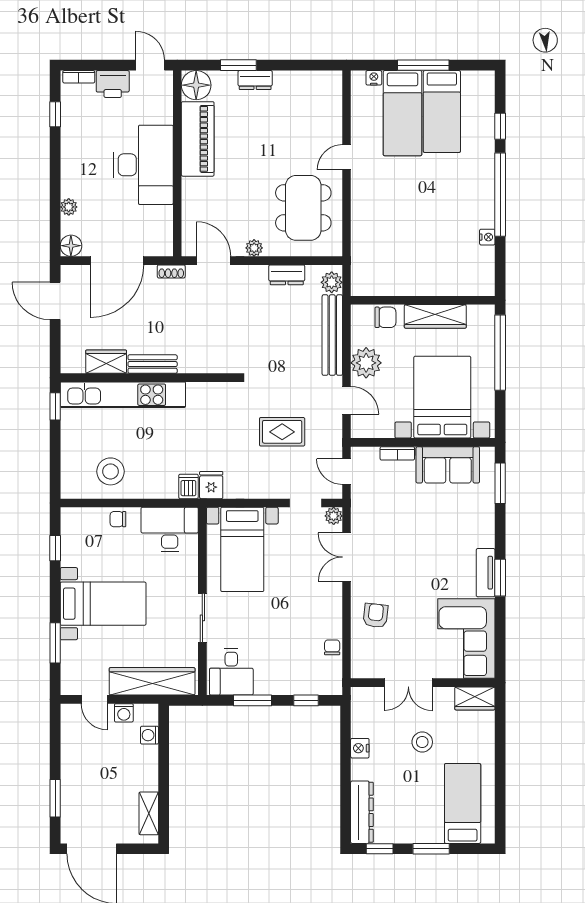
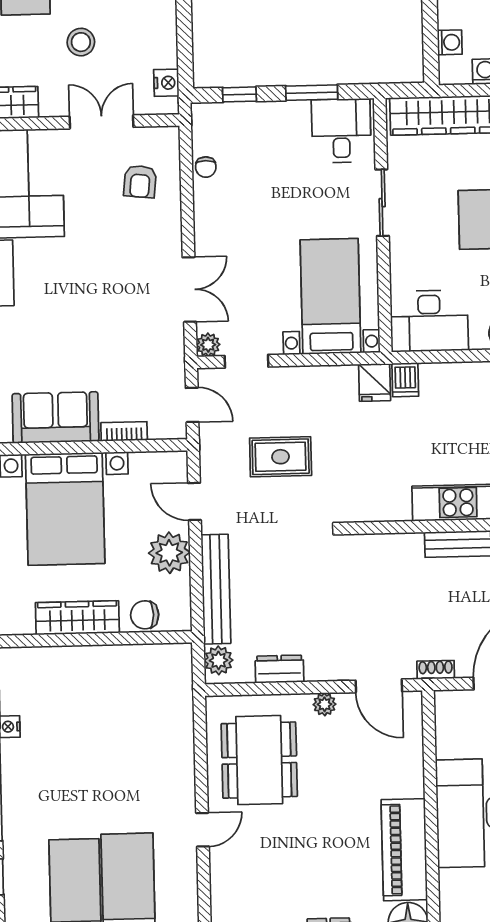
armchair: (376, 615) -> (140, 182), moved
nightstand: (360, 748) -> (166, 83), moved

